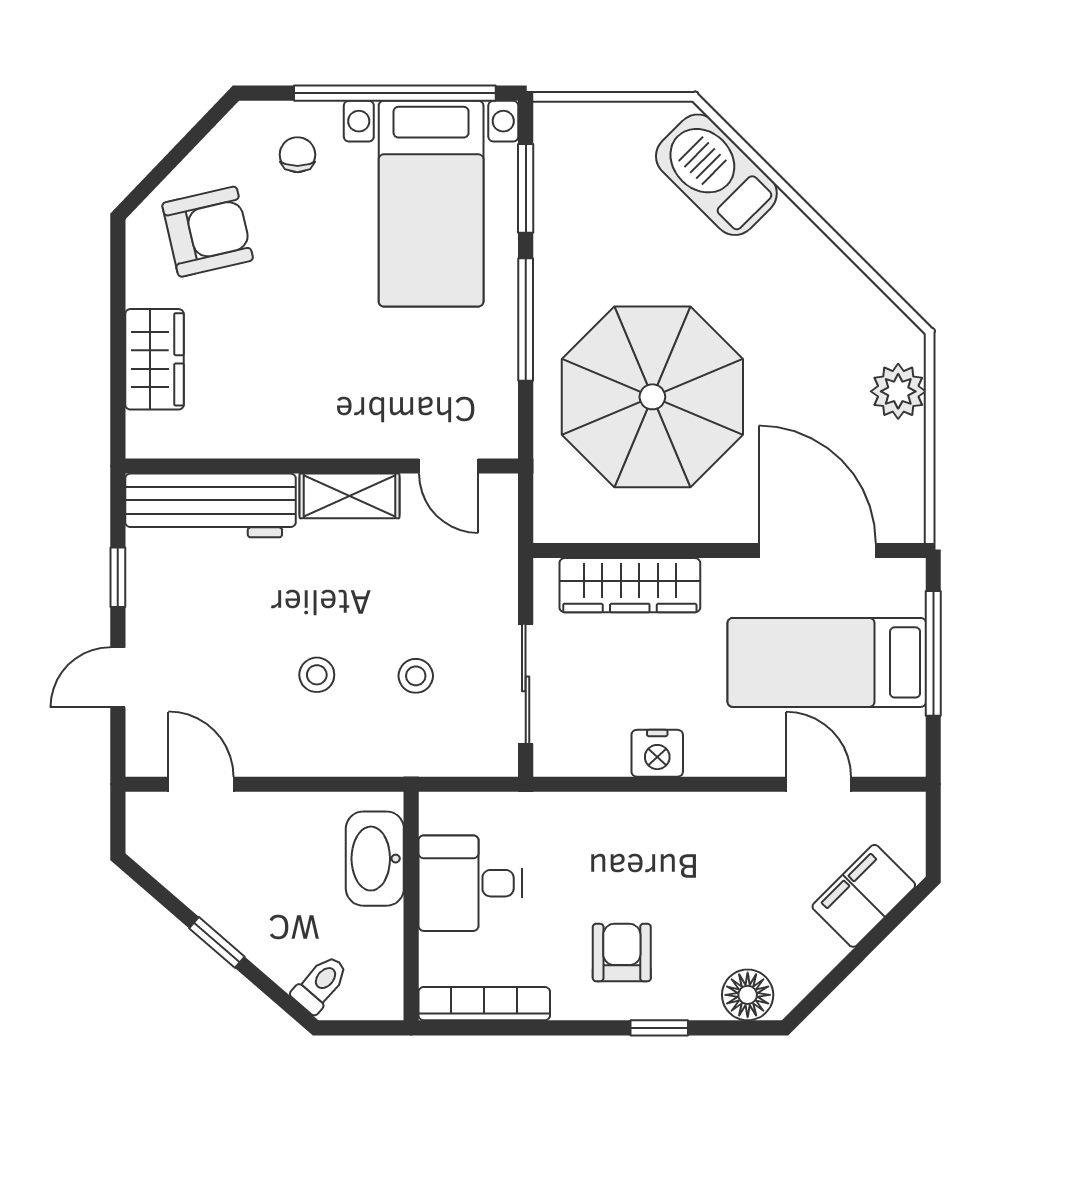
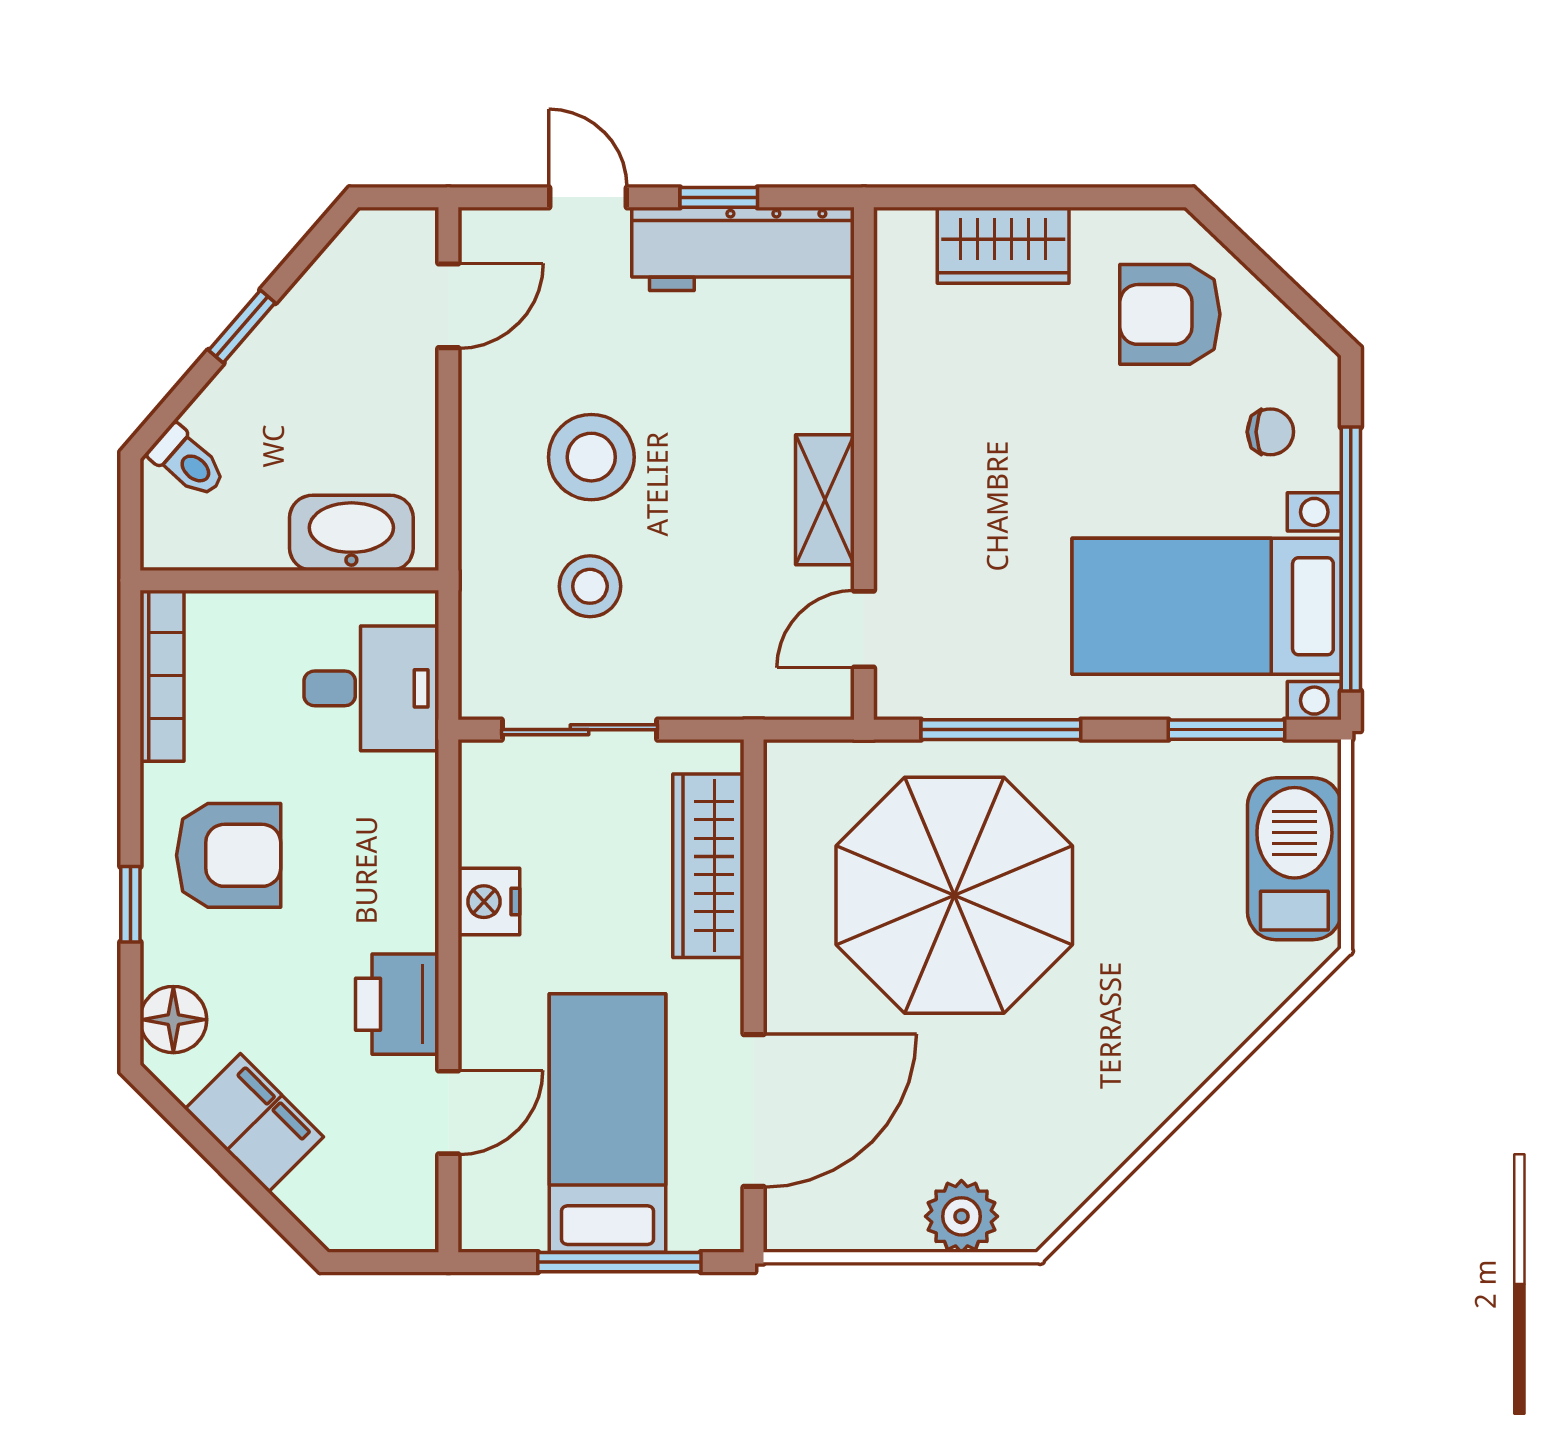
barbecue: (716, 175) -> (1294, 859), moved, turned -45
armchair: (208, 232) -> (1170, 314), turned 103
window: (526, 319) -> (1001, 730), moved
workbench: (210, 505) -> (743, 249), moved, turned -90
stool: (317, 675) -> (591, 457), width x1.89, depth x1.89
stool: (416, 676) -> (590, 586), width x1.37, depth x1.37
printer: (736, 824) -> (397, 1004), added
desk: (470, 883) -> (371, 688), moved, turned 90
filing cabinet: (864, 896) -> (254, 1123), moved
armchair: (622, 953) -> (229, 855), width x1.38, depth x1.38

